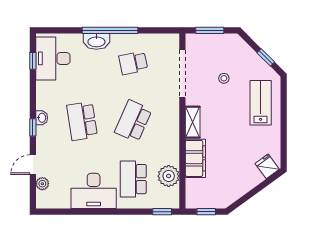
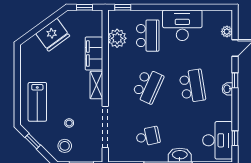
stool: (229, 52) -> (65, 146), added
fridge: (267, 166) -> (53, 35), moved, width x1.88, depth x1.34

